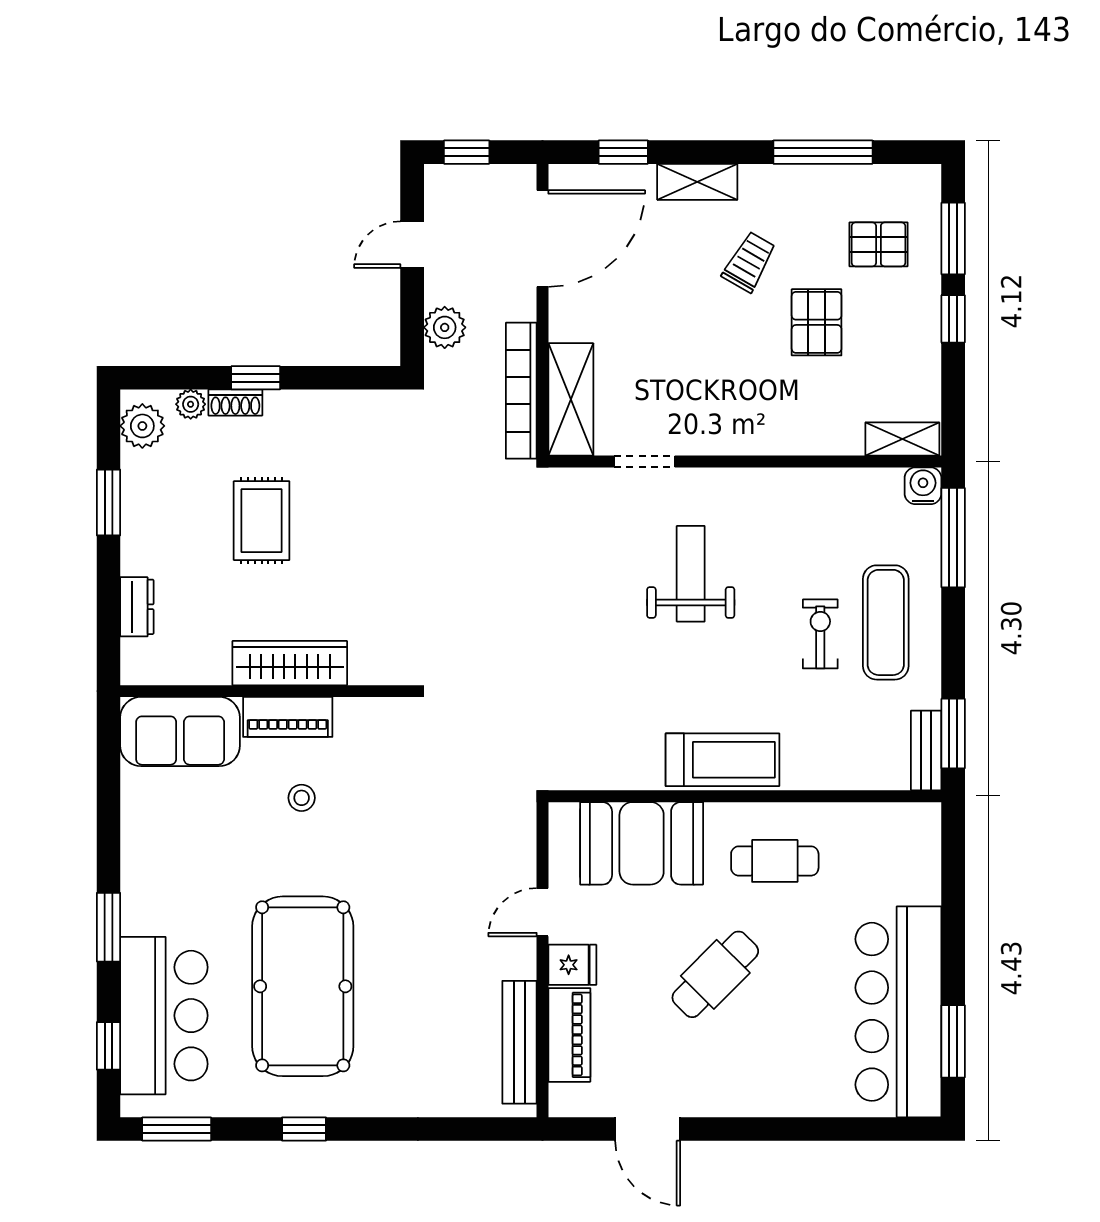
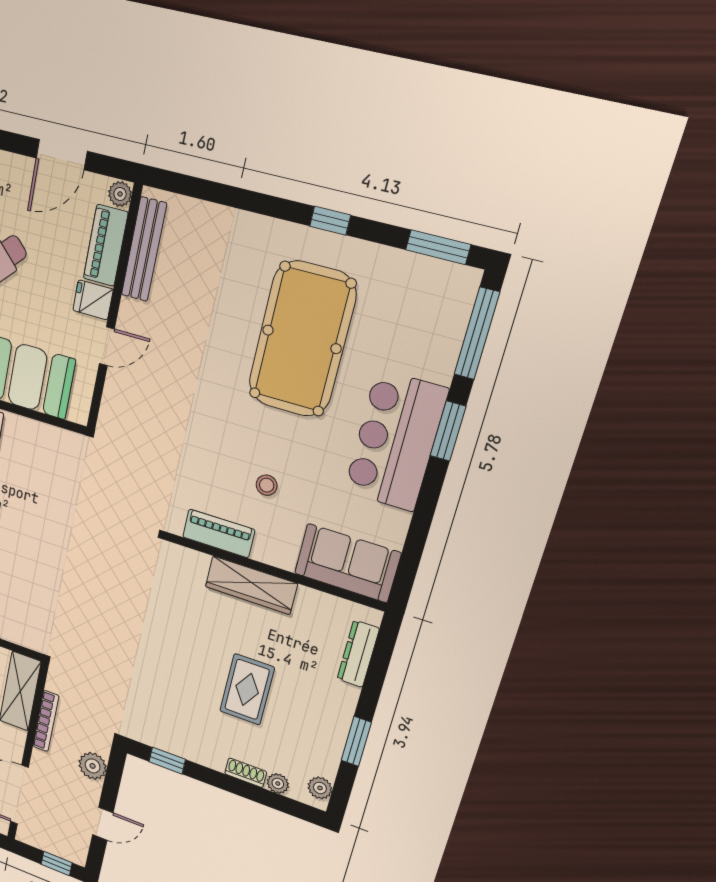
window: (256, 378) -> (167, 761), moved
bookcase: (521, 391) -> (46, 721), width x0.68, depth x0.76
plant: (142, 426) -> (320, 788), width x0.73, depth x0.73
dresser: (137, 607) -> (358, 654), width x1.44
piano: (288, 717) -> (219, 533), moved
bar counter: (164, 1016) -> (395, 441), moved
window: (109, 1046) -> (477, 333), width x2.17
plant: (563, 1100) -> (120, 194), added
door: (648, 1129) -> (62, 155), swing flipped

